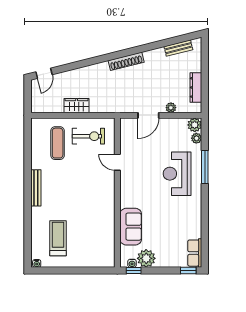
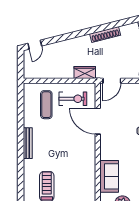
wardrobe: (77, 106) -> (85, 73), moved
door: (148, 115) -> (112, 81), moved
door: (117, 162) -> (98, 121), width x1.88

